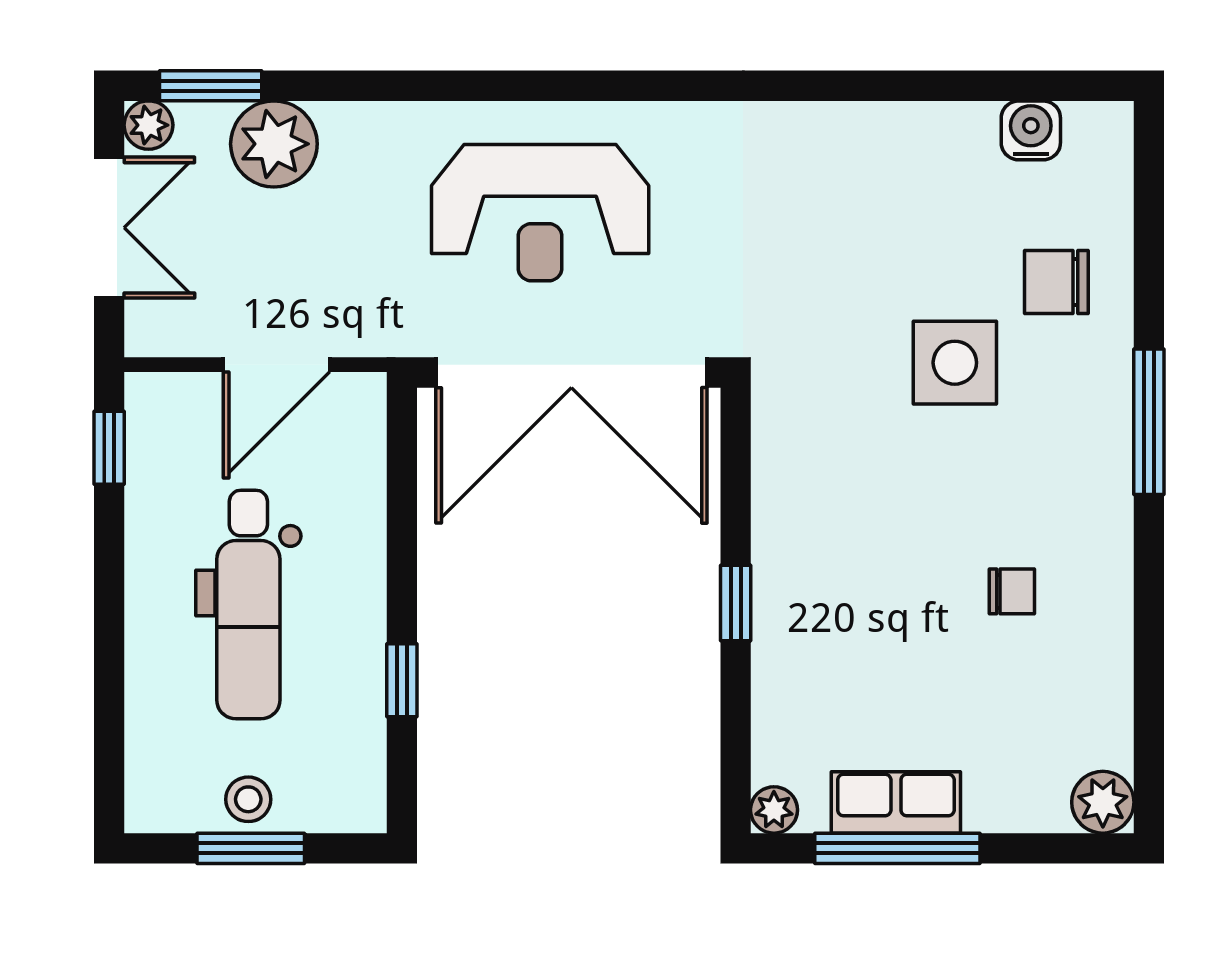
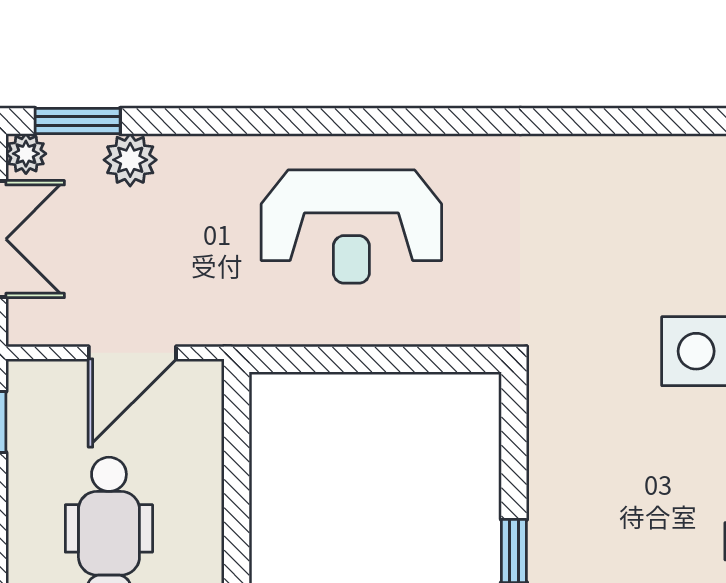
plant: (274, 144) -> (130, 160), width x0.73, depth x0.73
double door: (571, 372) -> (377, 359), removed

